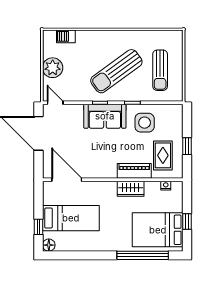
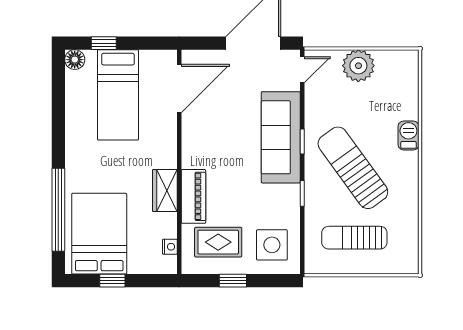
barbecue: (66, 36) -> (408, 136), moved
sofa: (105, 116) -> (281, 137), width x1.36
side table: (145, 123) -> (272, 245), moved

